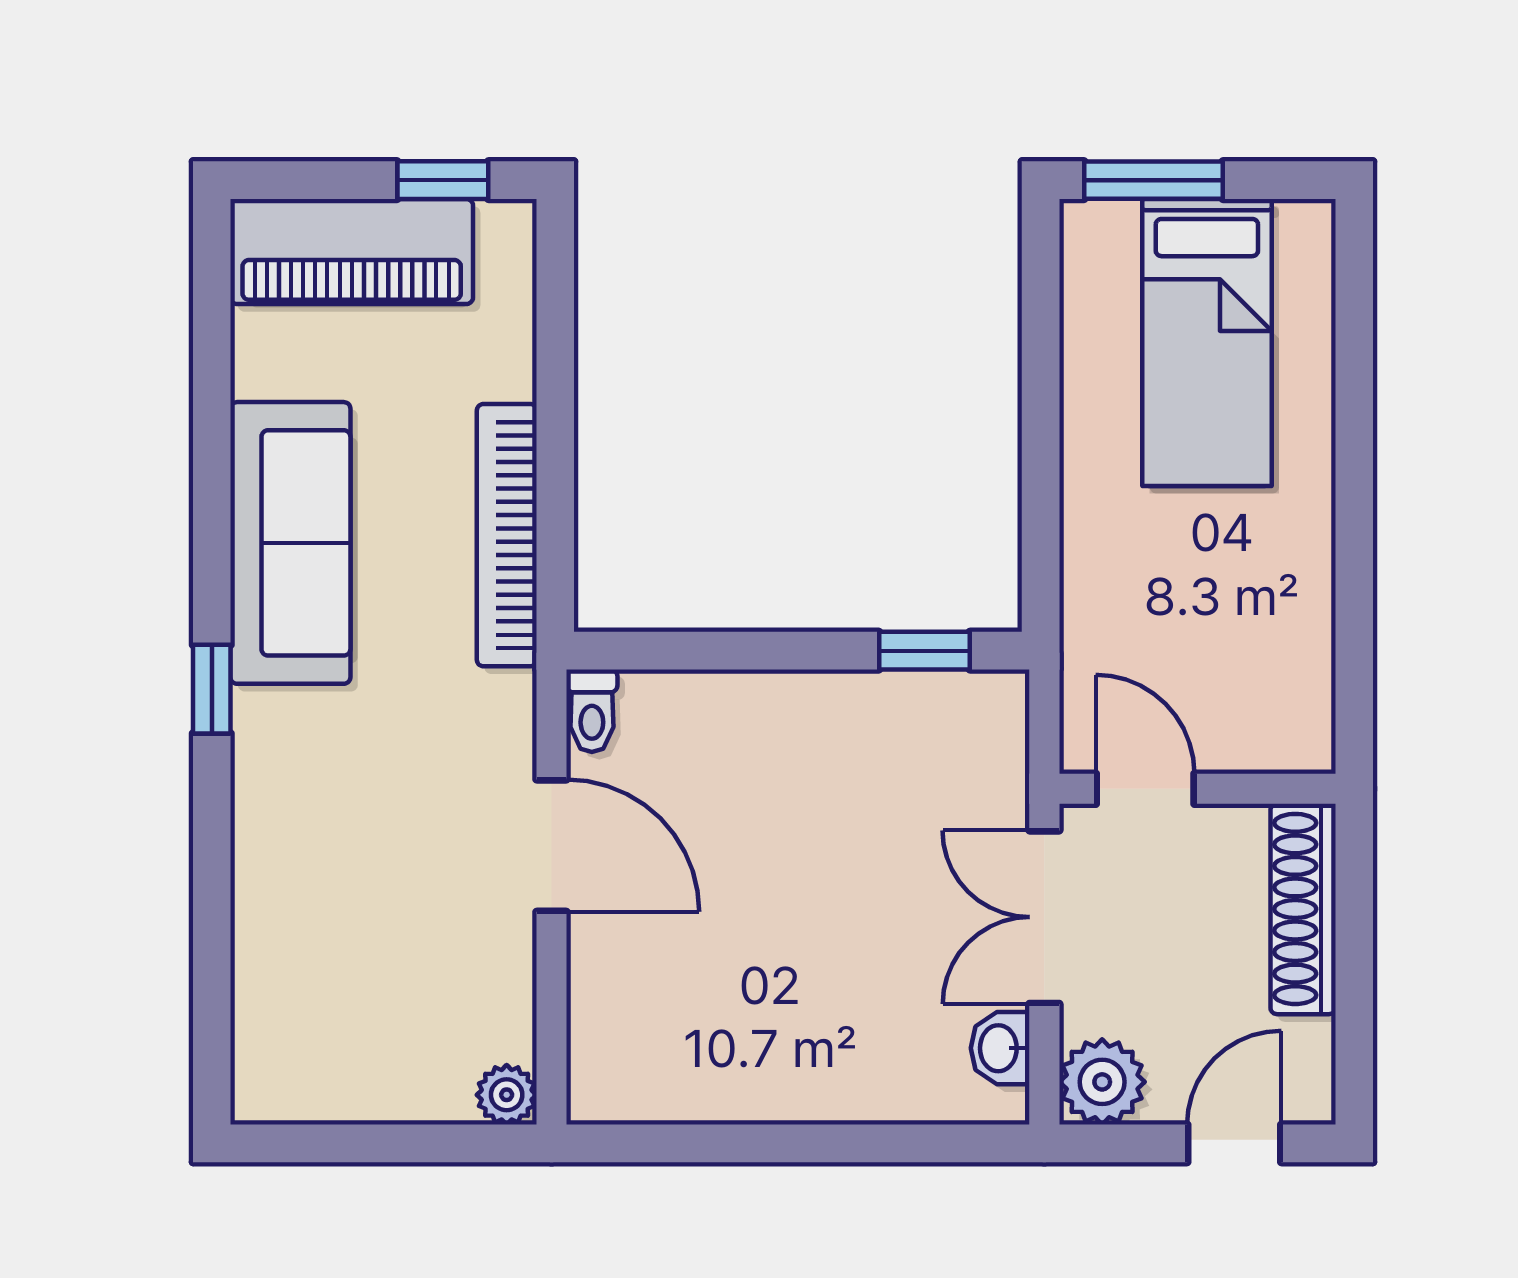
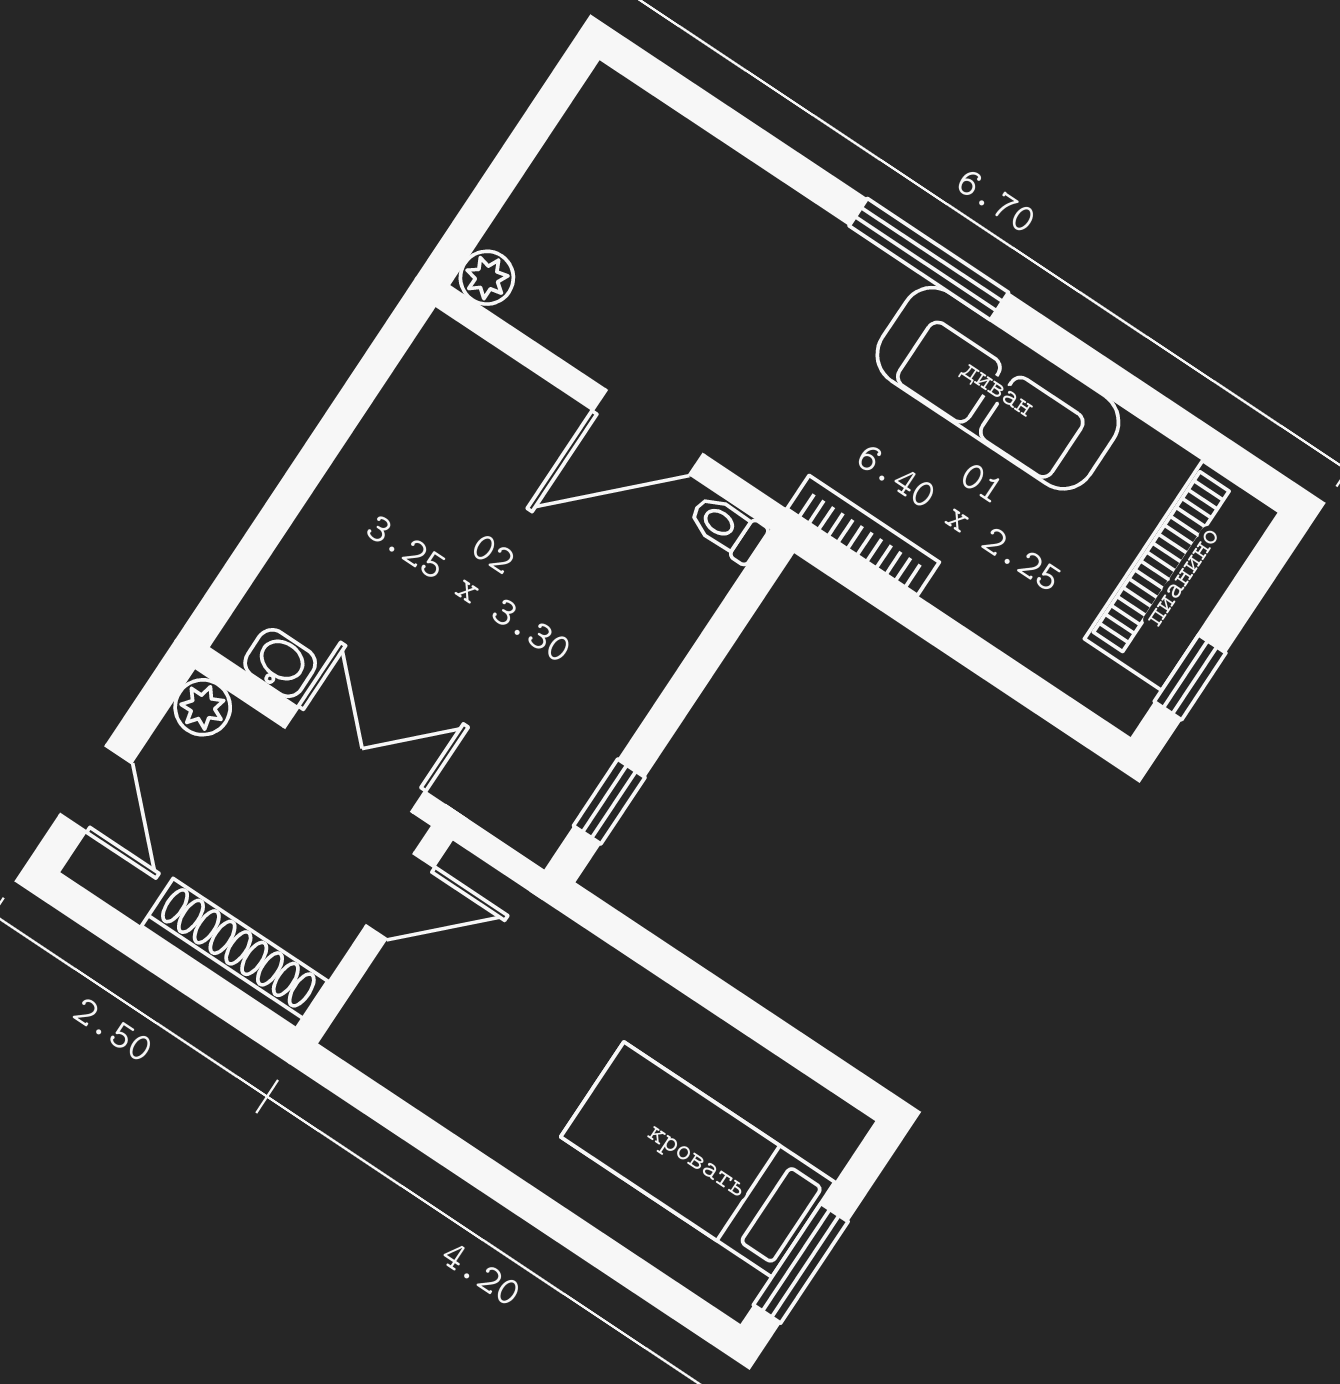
window: (1154, 180) -> (801, 1263), moved
bookcase: (507, 535) -> (863, 535), width x0.68, depth x0.76
window: (212, 689) -> (929, 259), width x2.17
plant: (1102, 1082) -> (203, 707), width x0.73, depth x0.73

